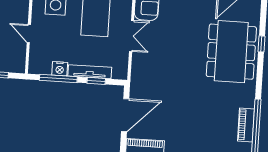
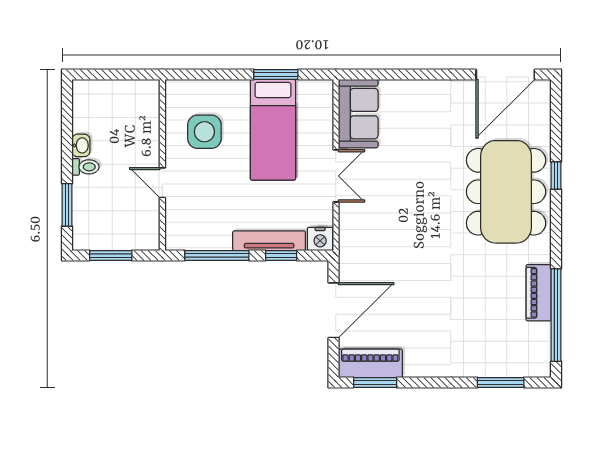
nightstand: (60, 69) -> (320, 239), moved
piano: (246, 125) -> (539, 293), moved

